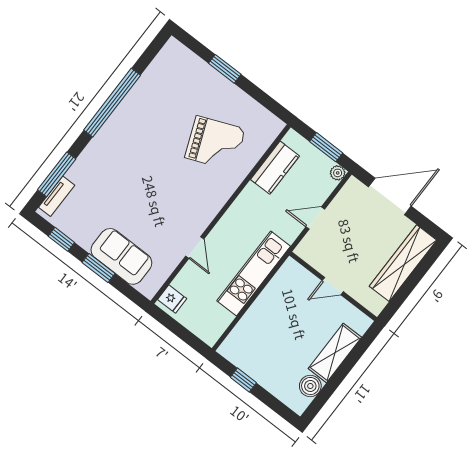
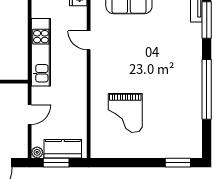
window: (225, 69) -> (178, 163), moved
grand piano: (215, 143) -> (125, 113), turned -68
kitchen counter: (275, 168) -> (63, 149), moved, turned 90

